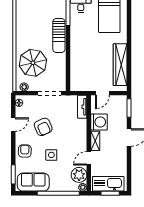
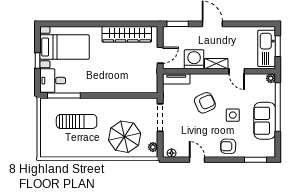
sun lounger: (59, 36) -> (77, 121), moved
door: (102, 93) -> (160, 55), hinge flipped
armchair: (43, 127) -> (205, 103), moved
plant: (79, 175) -> (256, 83), removed
sofa: (33, 182) -> (265, 121), moved

